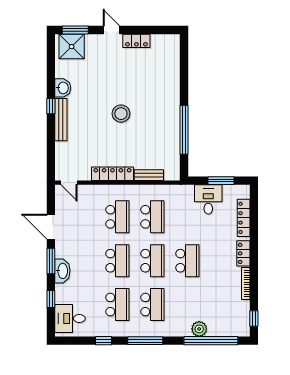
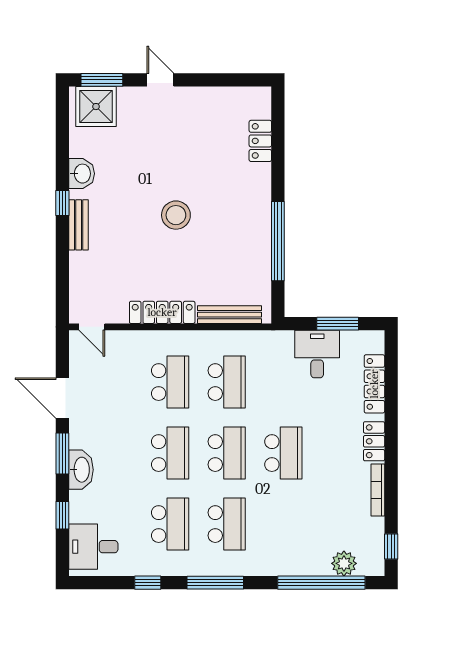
locker: (136, 41) -> (260, 141), moved, turned 90
bench: (61, 120) -> (79, 225), width x0.73
bench: (149, 175) -> (230, 315), width x1.36
plant: (199, 329) -> (344, 563), moved

